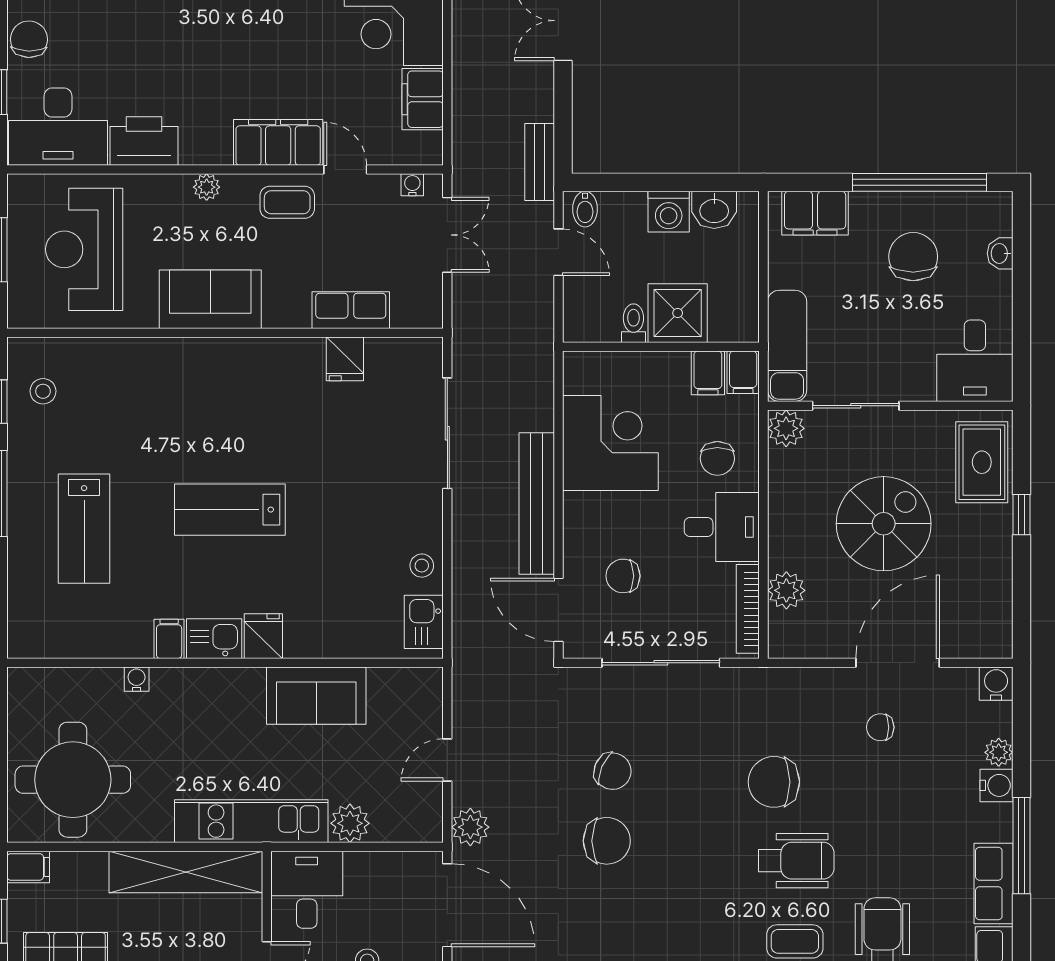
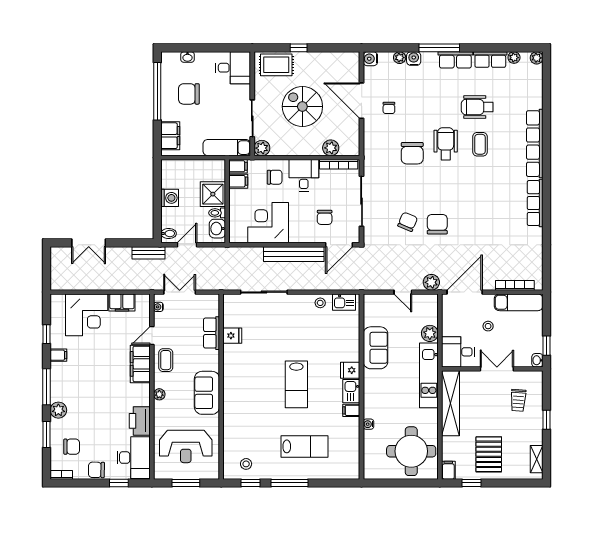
washbasin: (714, 210) -> (217, 229), moved, turned 180

